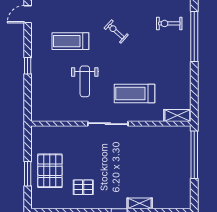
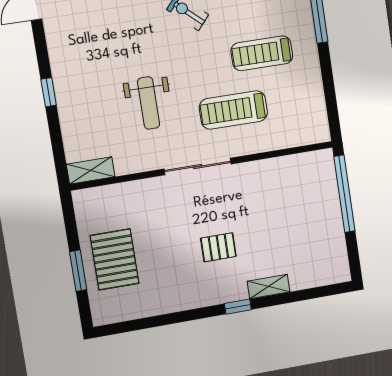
treadmill: (70, 41) -> (262, 53), moved
shelving: (177, 116) -> (91, 170), moved
pallet: (83, 187) -> (218, 247), moved

